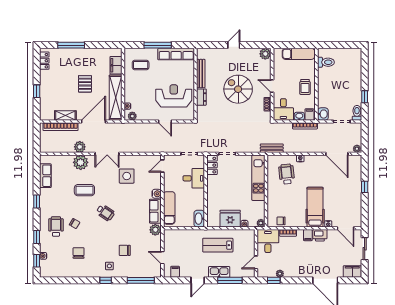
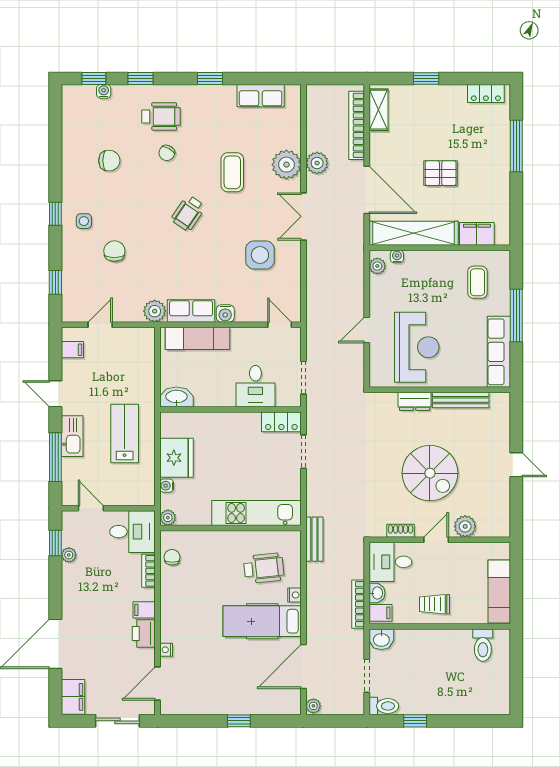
plant: (265, 54) -> (465, 526), moved
spiral stairs: (238, 89) -> (430, 473), turned 90
shelving: (65, 116) -> (378, 110), moved
hospital bed: (315, 207) -> (262, 621), moved, turned 180
window: (141, 280) -> (55, 282), width x0.46

